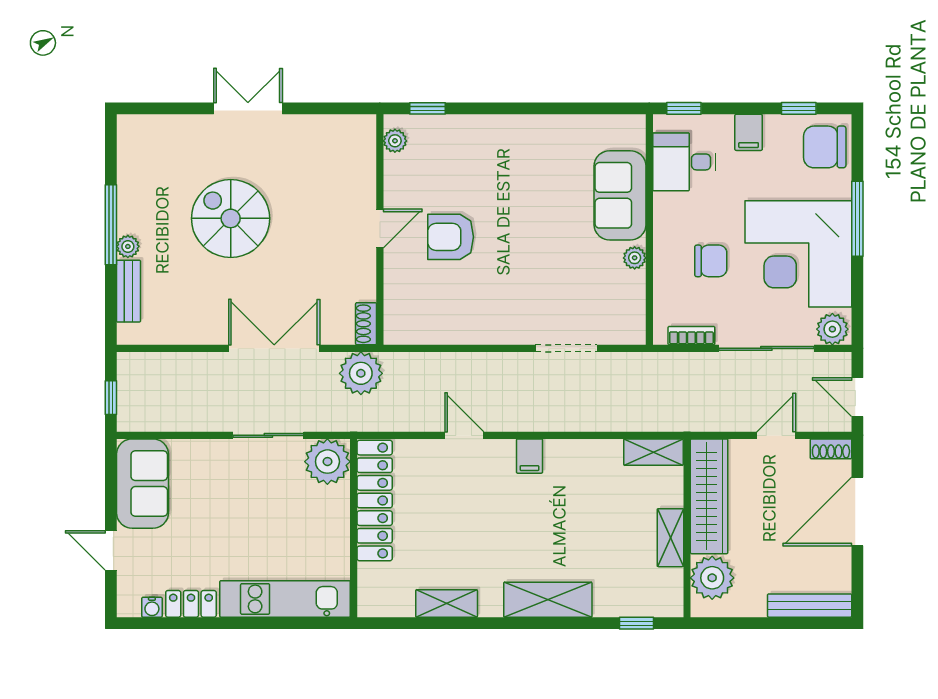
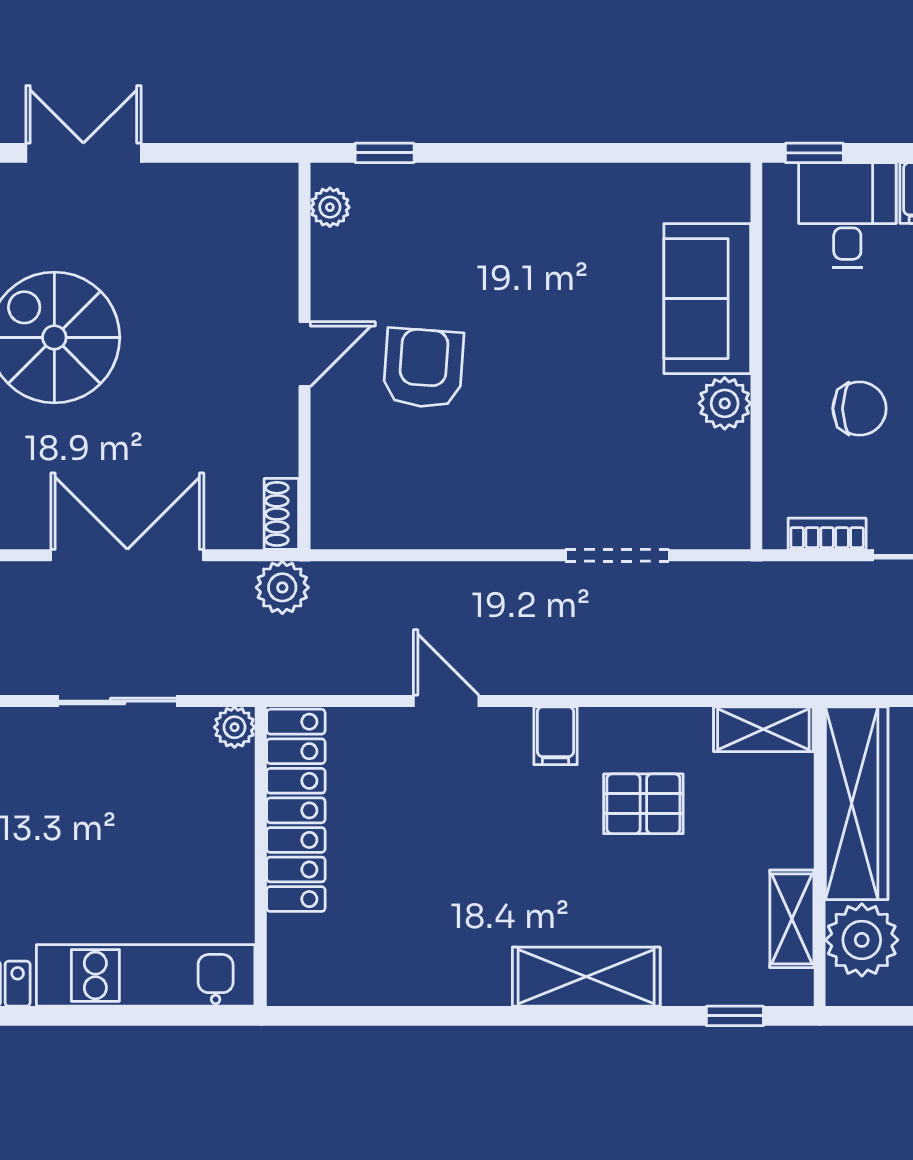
desk: (684, 162) -> (847, 215), moved, turned 90
armchair: (451, 237) -> (423, 368), turned 94
plant: (635, 258) -> (725, 403), width x1.38, depth x1.38
plant: (361, 373) -> (282, 587), width x0.73, depth x0.73
plant: (327, 462) -> (235, 727), width x0.53, depth x0.53
pallet: (582, 497) -> (643, 804), added
shelving: (670, 538) -> (792, 919), moved
shelving: (447, 603) -> (416, 983), removed

